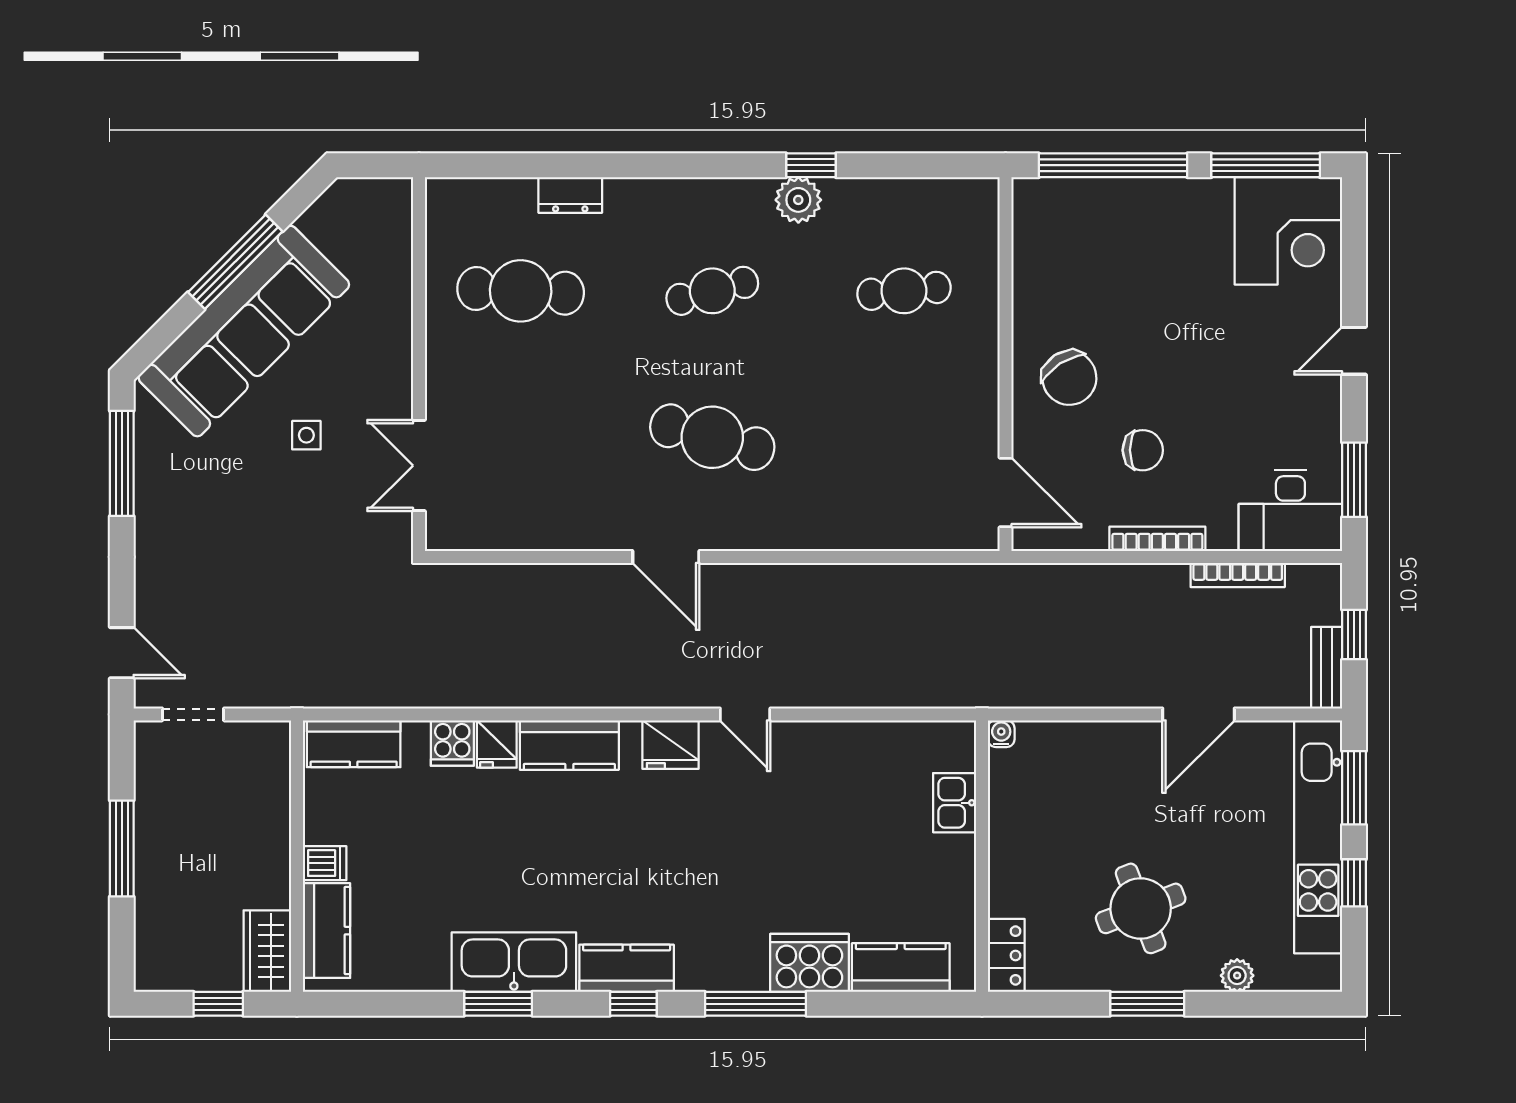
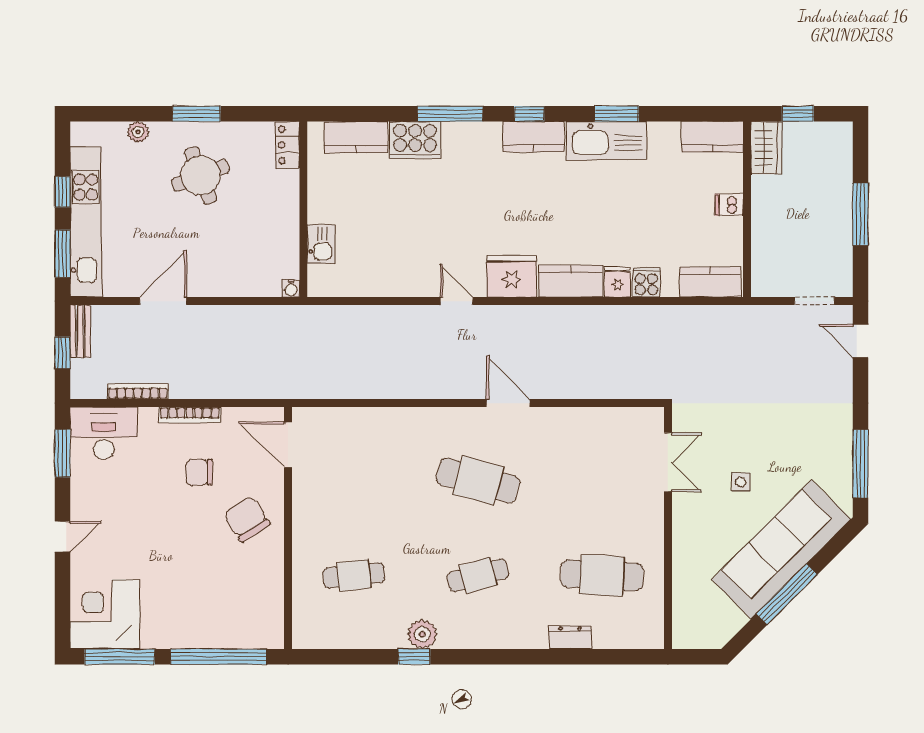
fridge: (670, 745) -> (512, 276), width x1.36, depth x1.34
kitchen counter: (327, 931) -> (712, 137), moved, turned -90

